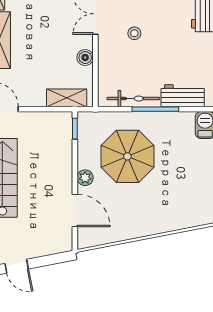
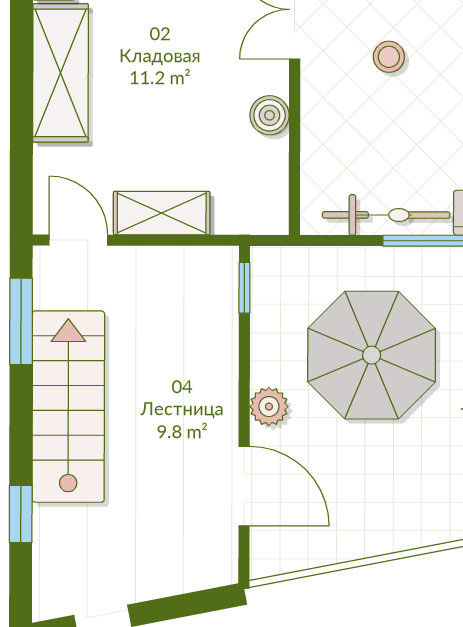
shelving: (67, 98) -> (162, 213), moved

